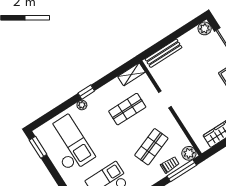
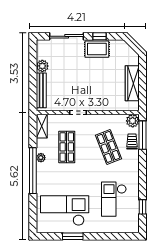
plant: (205, 28) -> (42, 66), moved
window: (86, 92) -> (33, 171), width x3.17
plant: (82, 105) -> (41, 158), moved
window: (38, 147) -> (73, 236), moved

